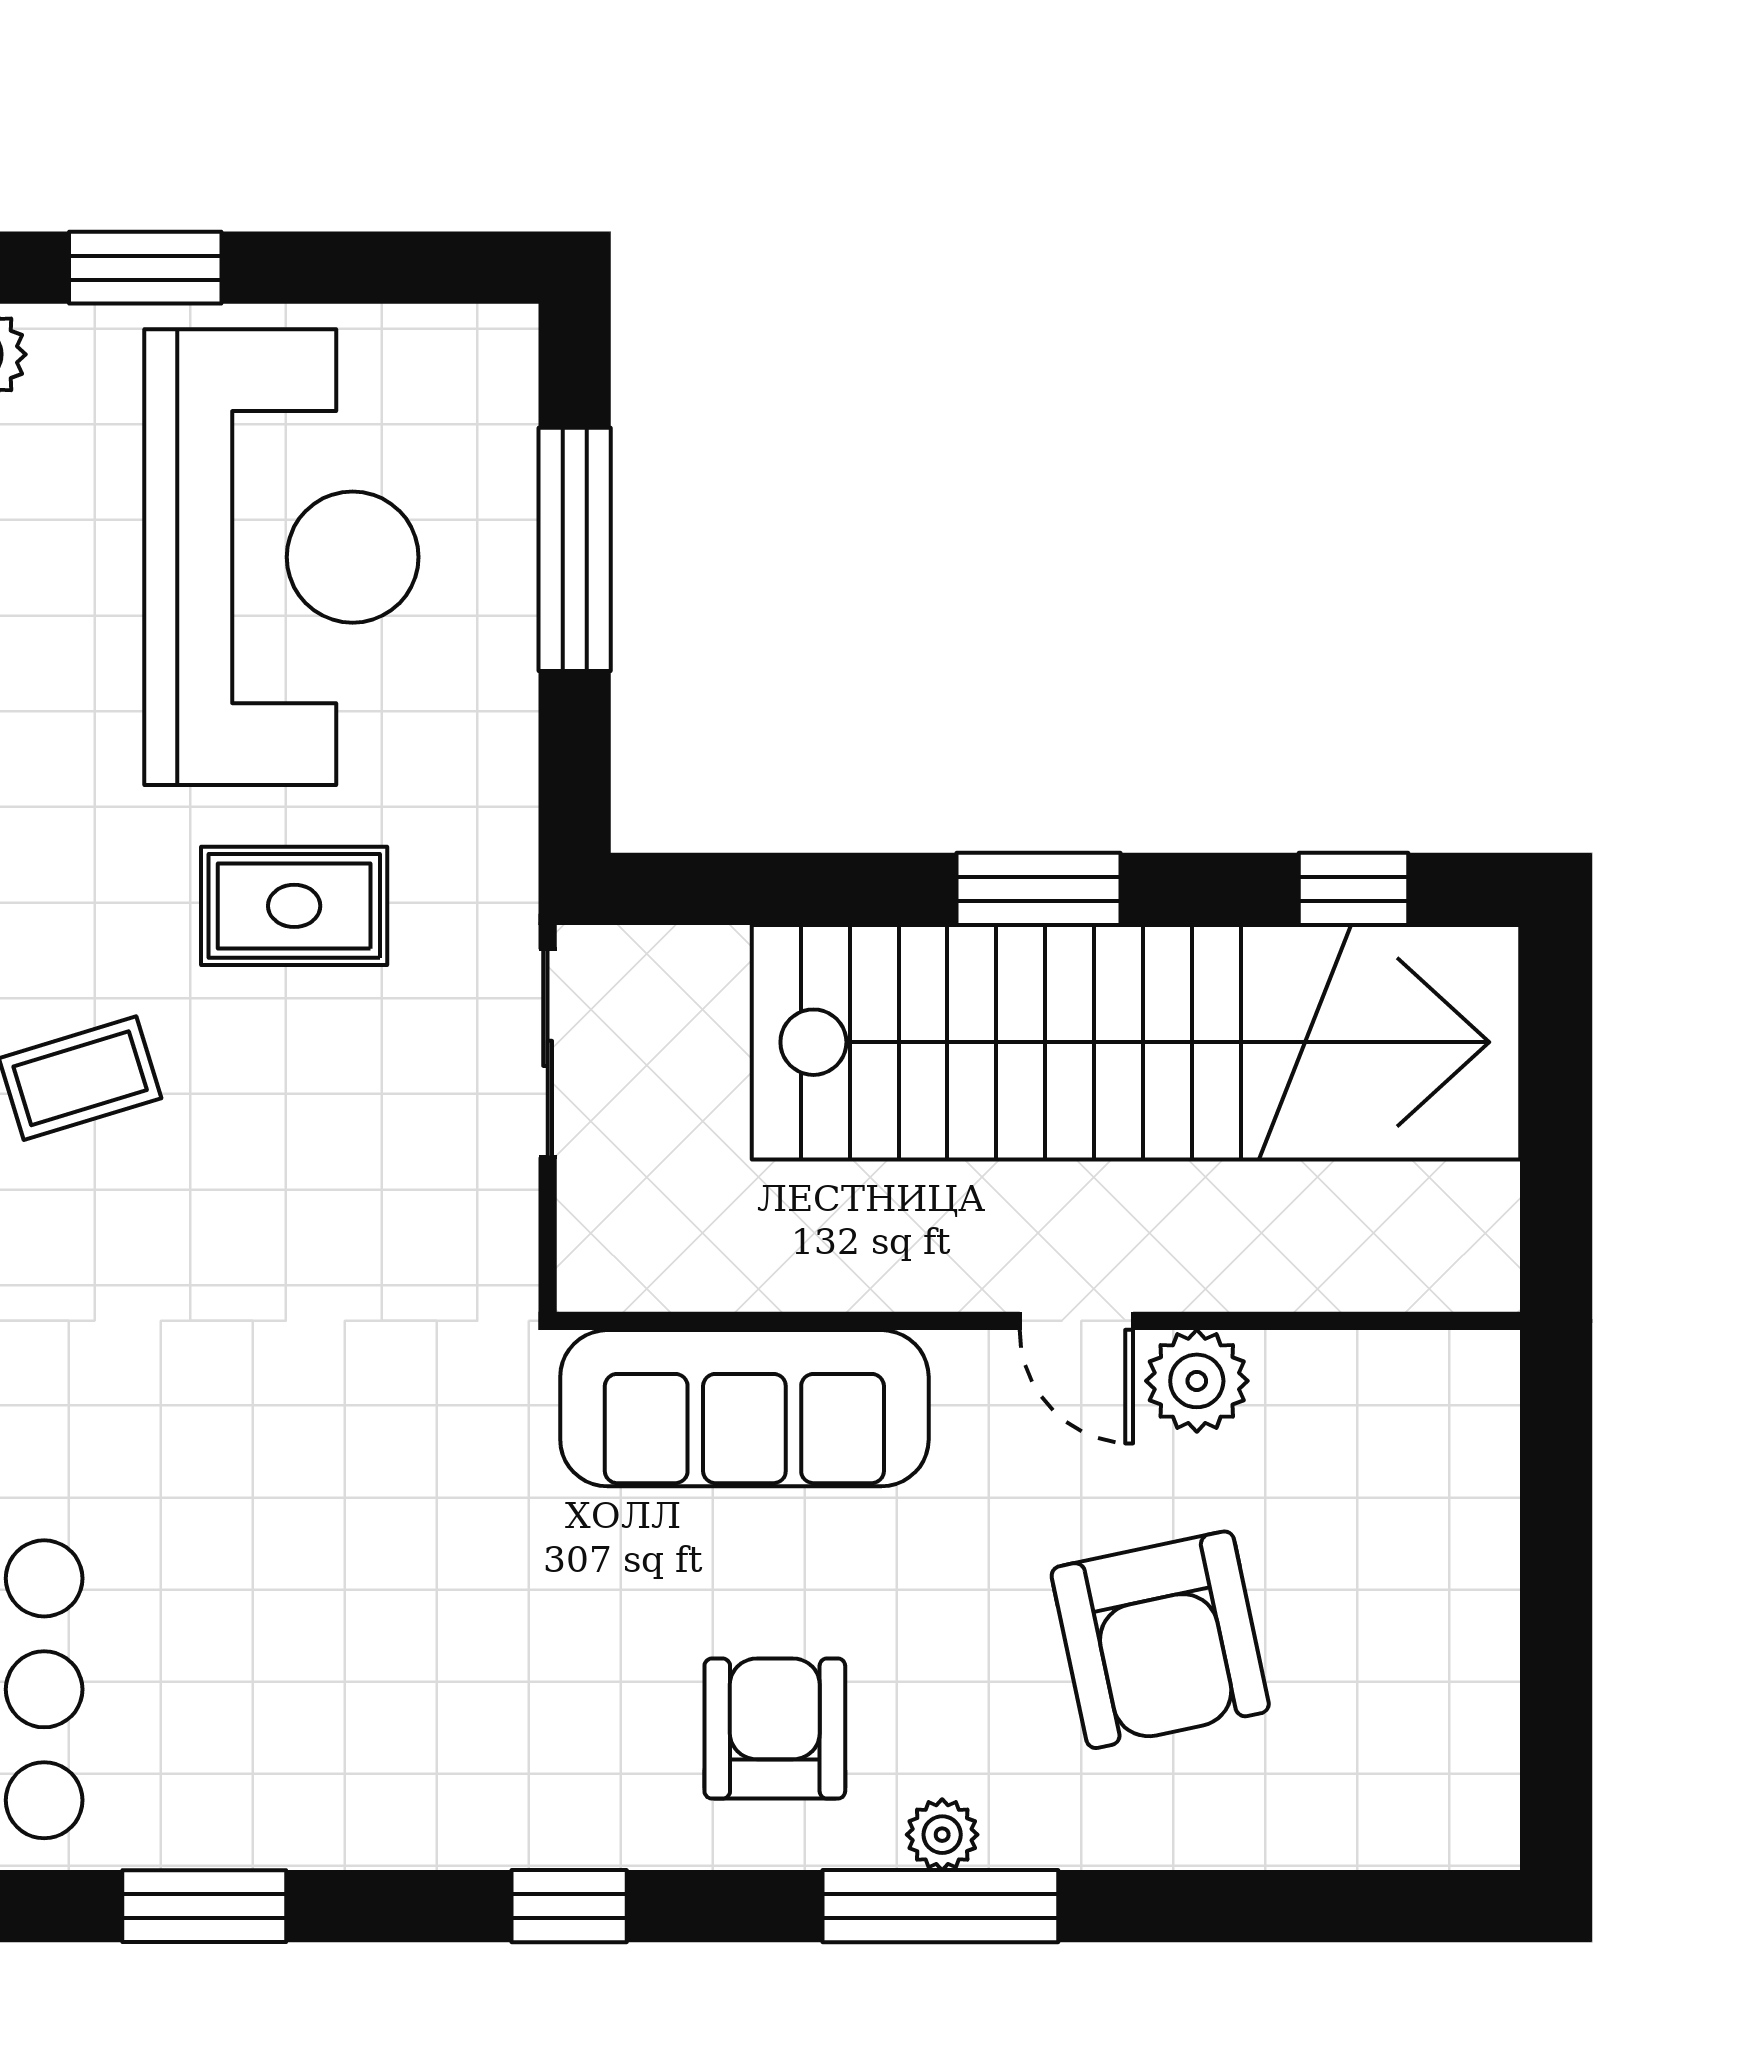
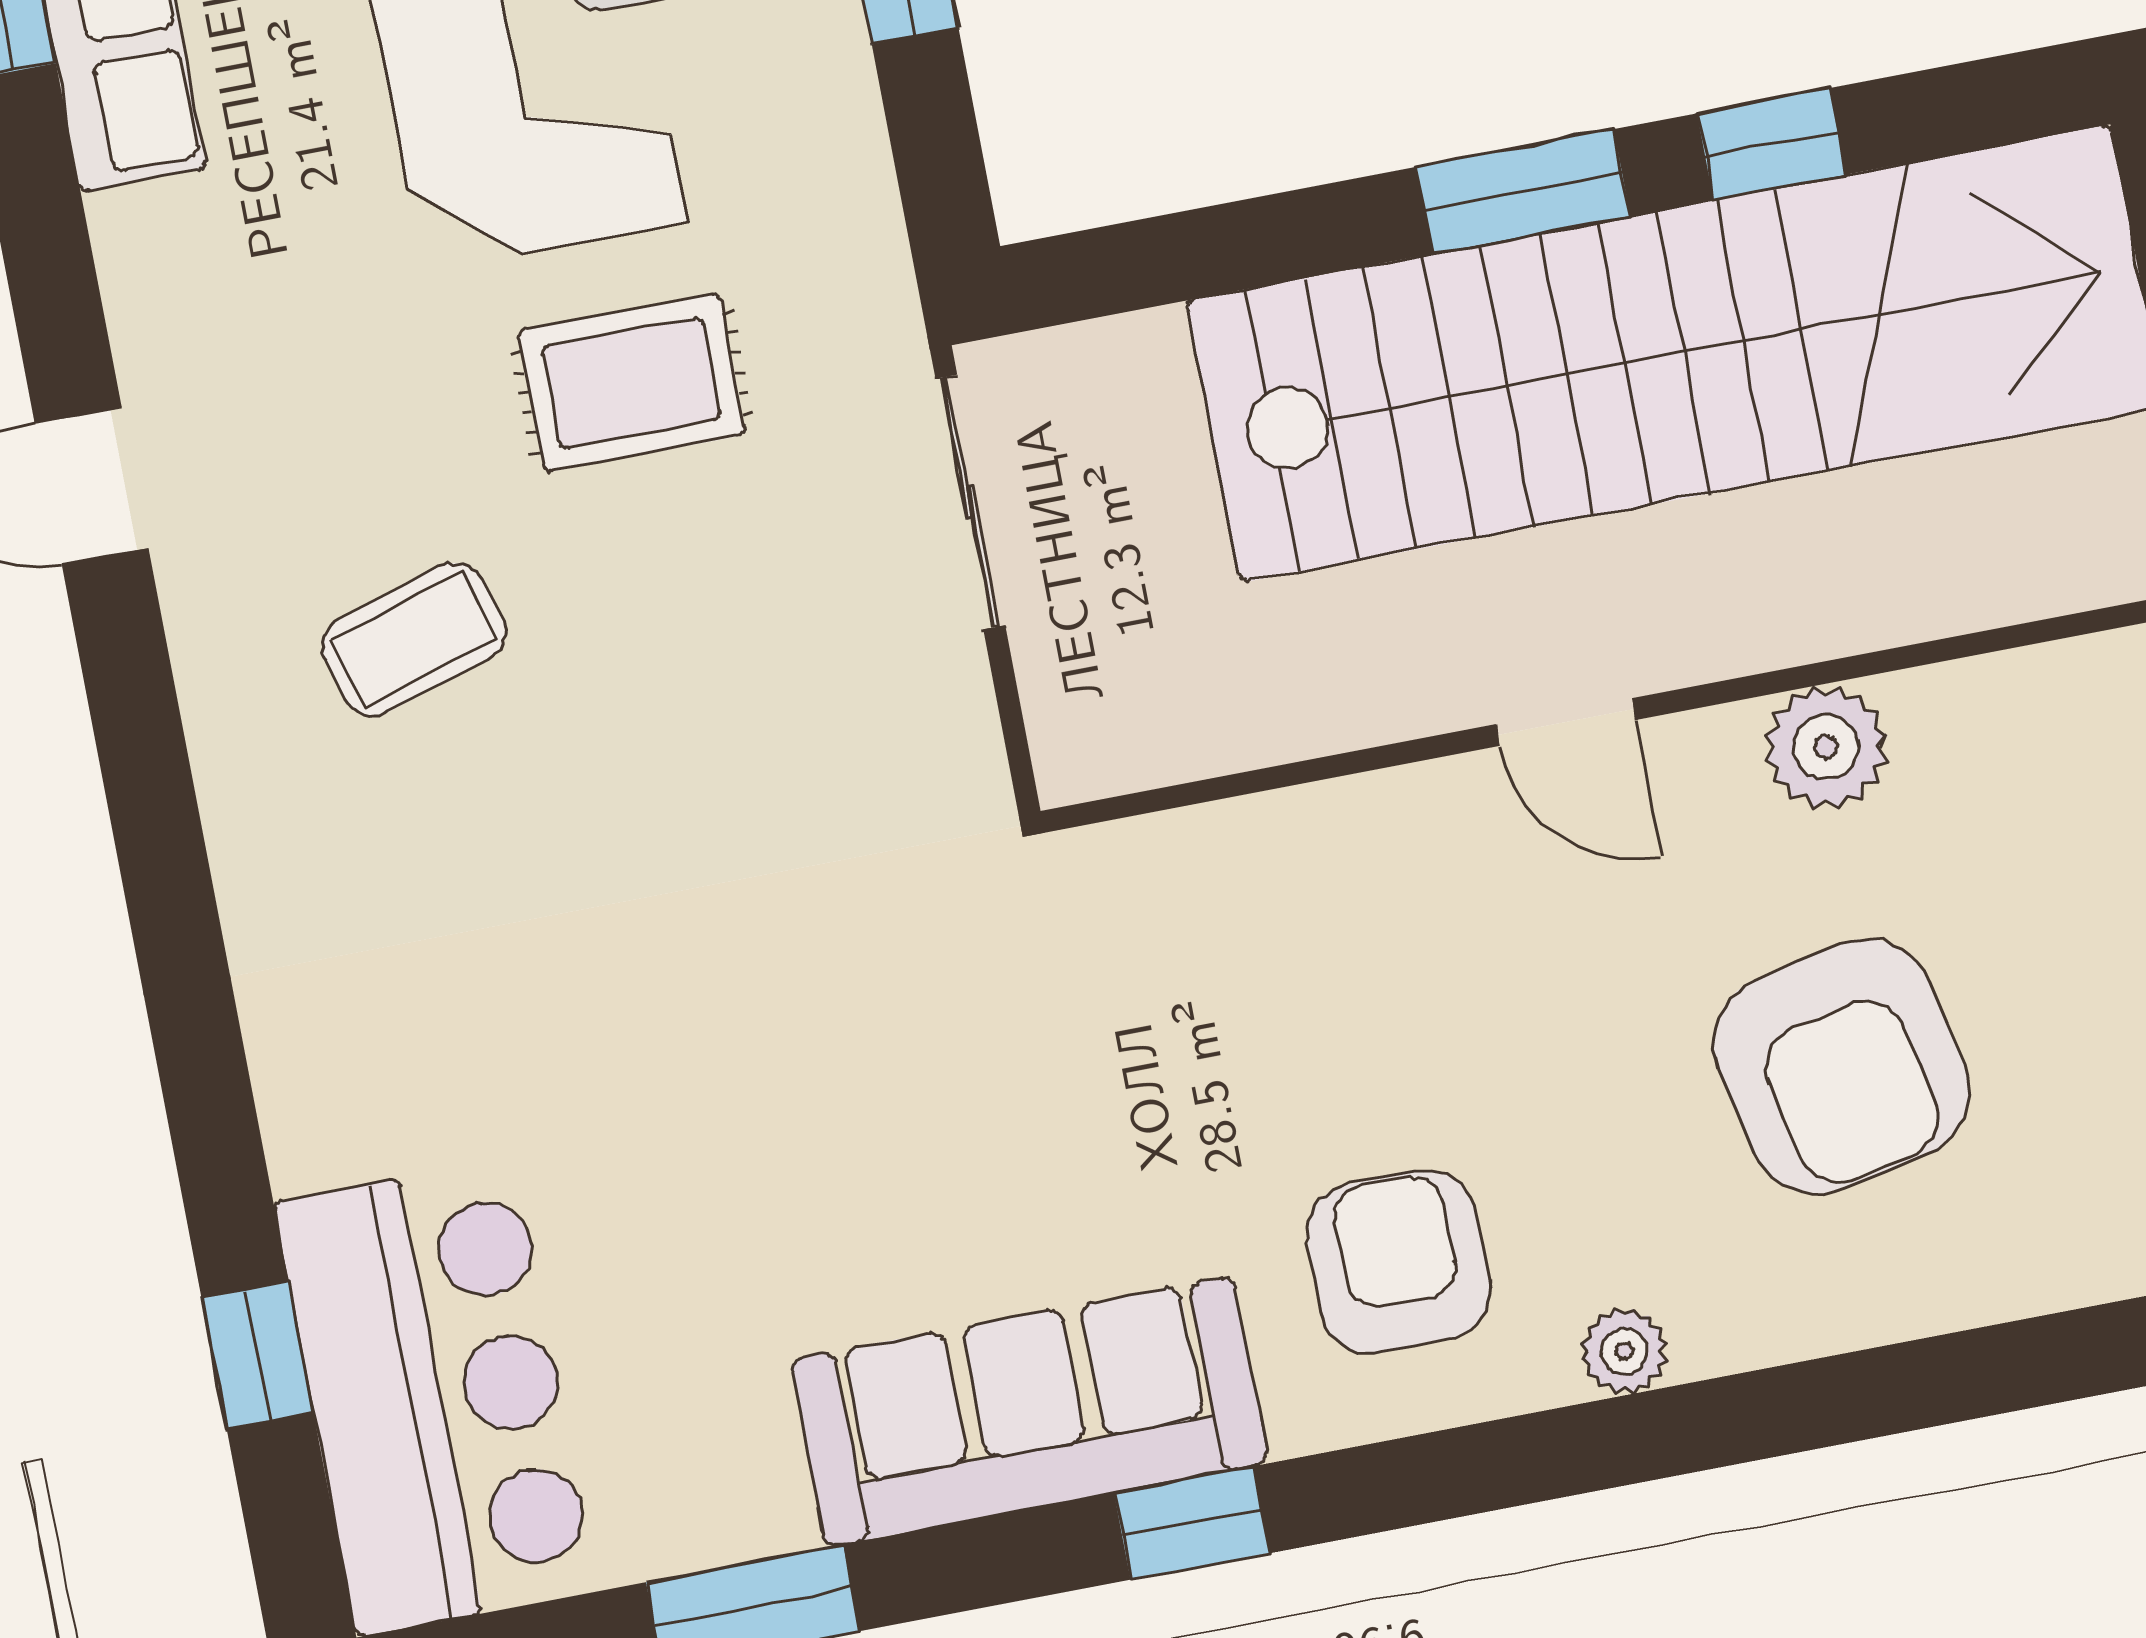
window: (1353, 889) -> (1771, 144), moved
door: (1076, 1321) -> (1566, 722), moved
sofa: (744, 1408) -> (1029, 1412), moved, turned 180
window: (940, 1906) -> (1638, 1438), removed

